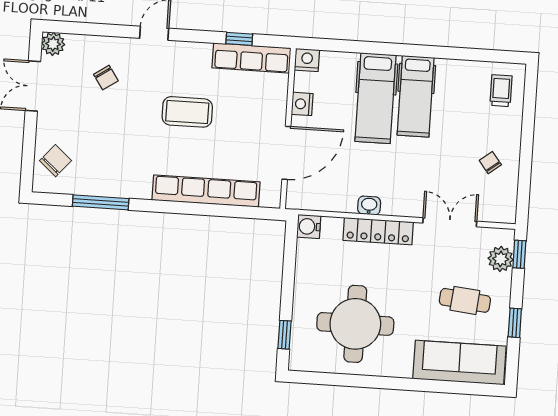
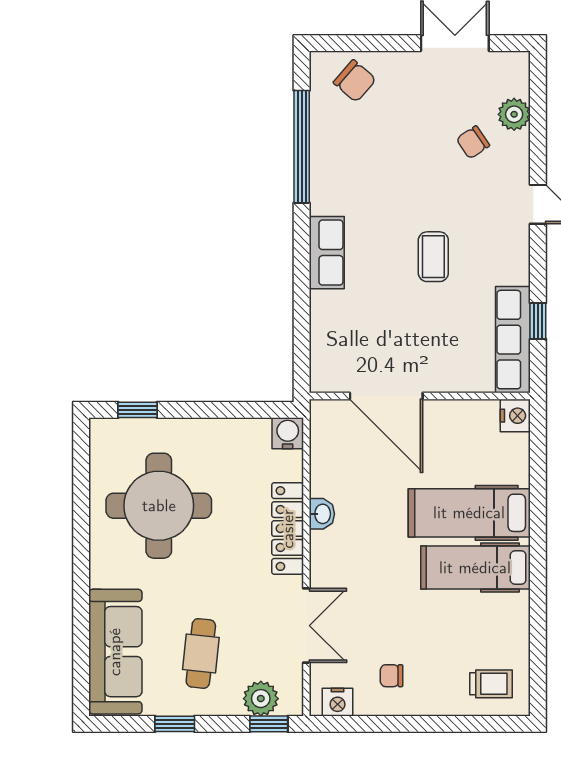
plant: (53, 44) -> (514, 114), moved
nightstand: (302, 104) -> (338, 702), moved, turned 180
coffee table: (187, 112) -> (433, 257), width x0.73, depth x0.77
chair: (490, 163) -> (392, 676), turned -142
row of seats: (206, 191) -> (327, 253), width x0.50
window: (101, 202) -> (302, 147), width x1.46

